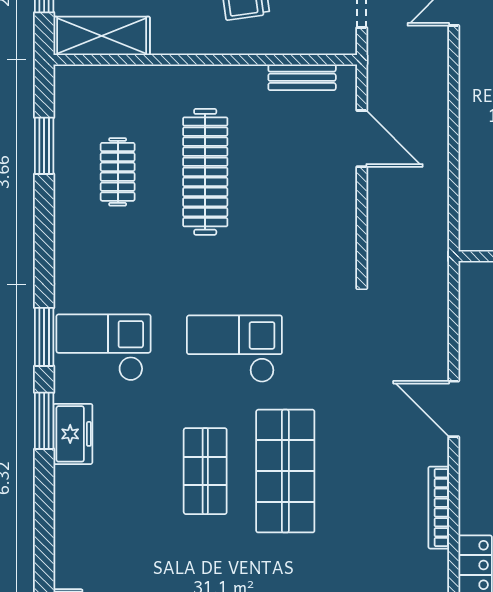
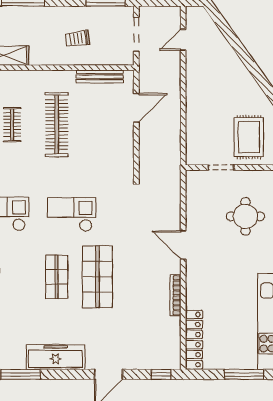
bench: (302, 77) -> (100, 77), width x1.36
door: (362, 139) -> (136, 108), hinge flipped

